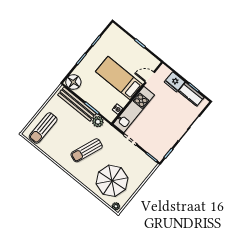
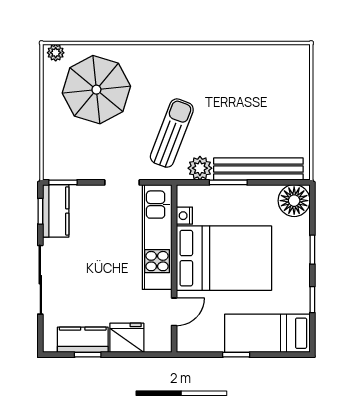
bed: (122, 42) -> (267, 333), added
bed: (119, 78) -> (224, 258), width x1.50
sun lounger: (43, 128) -> (282, 84), removed
kitchen counter: (163, 149) -> (56, 211), added
sun lounger: (87, 150) -> (172, 133), moved

